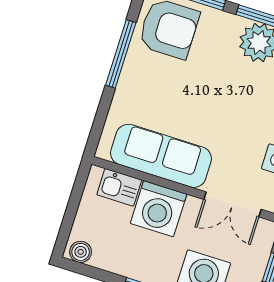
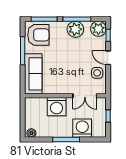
sofa: (161, 156) -> (33, 74), moved, turned 90
kitchen sink: (119, 187) -> (39, 103), removed

